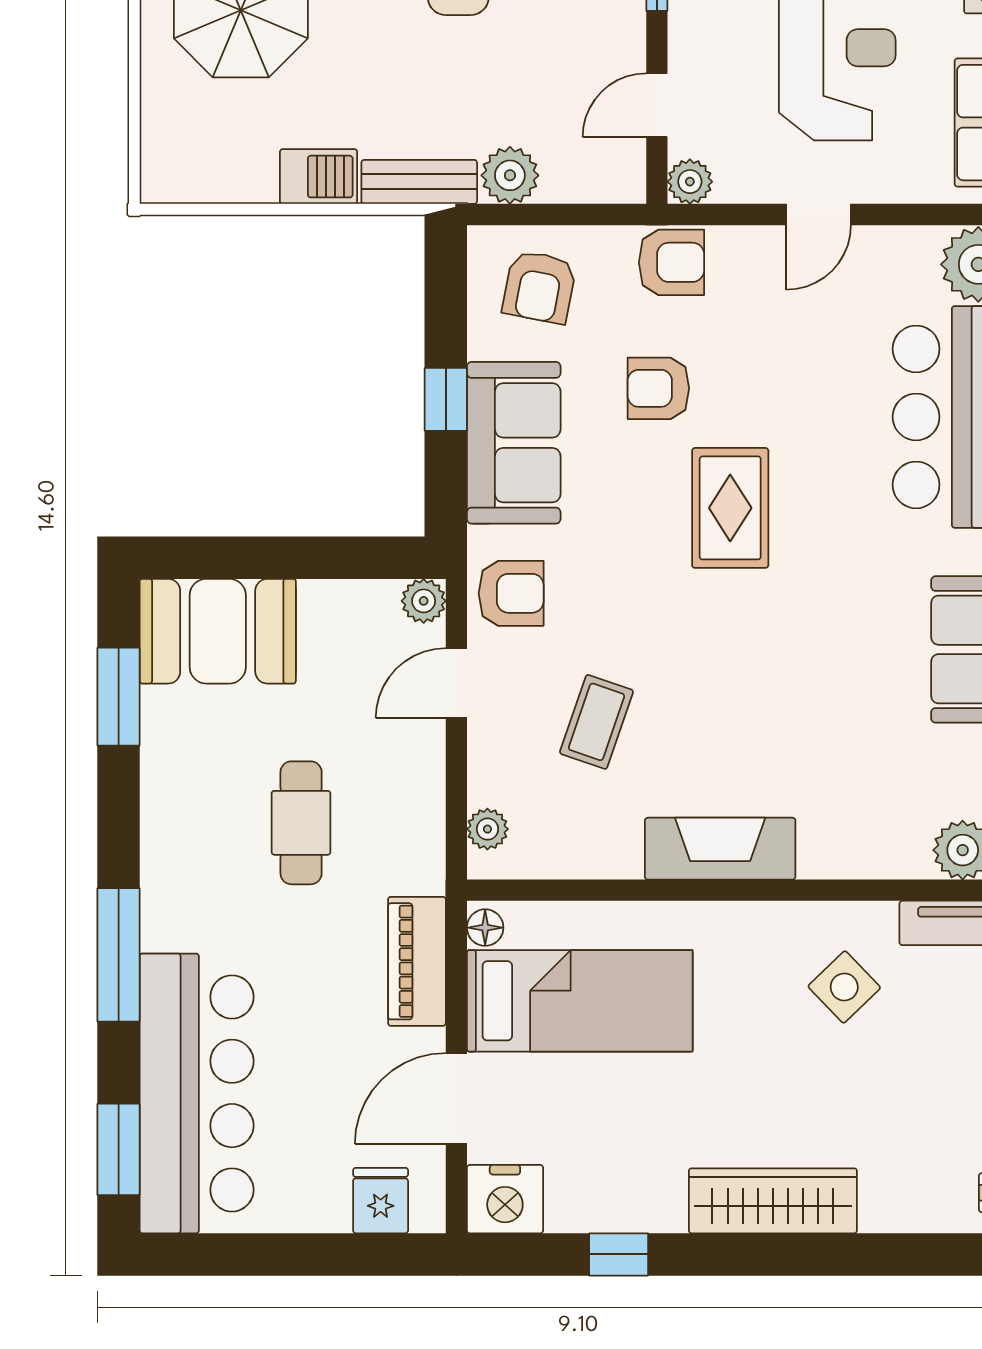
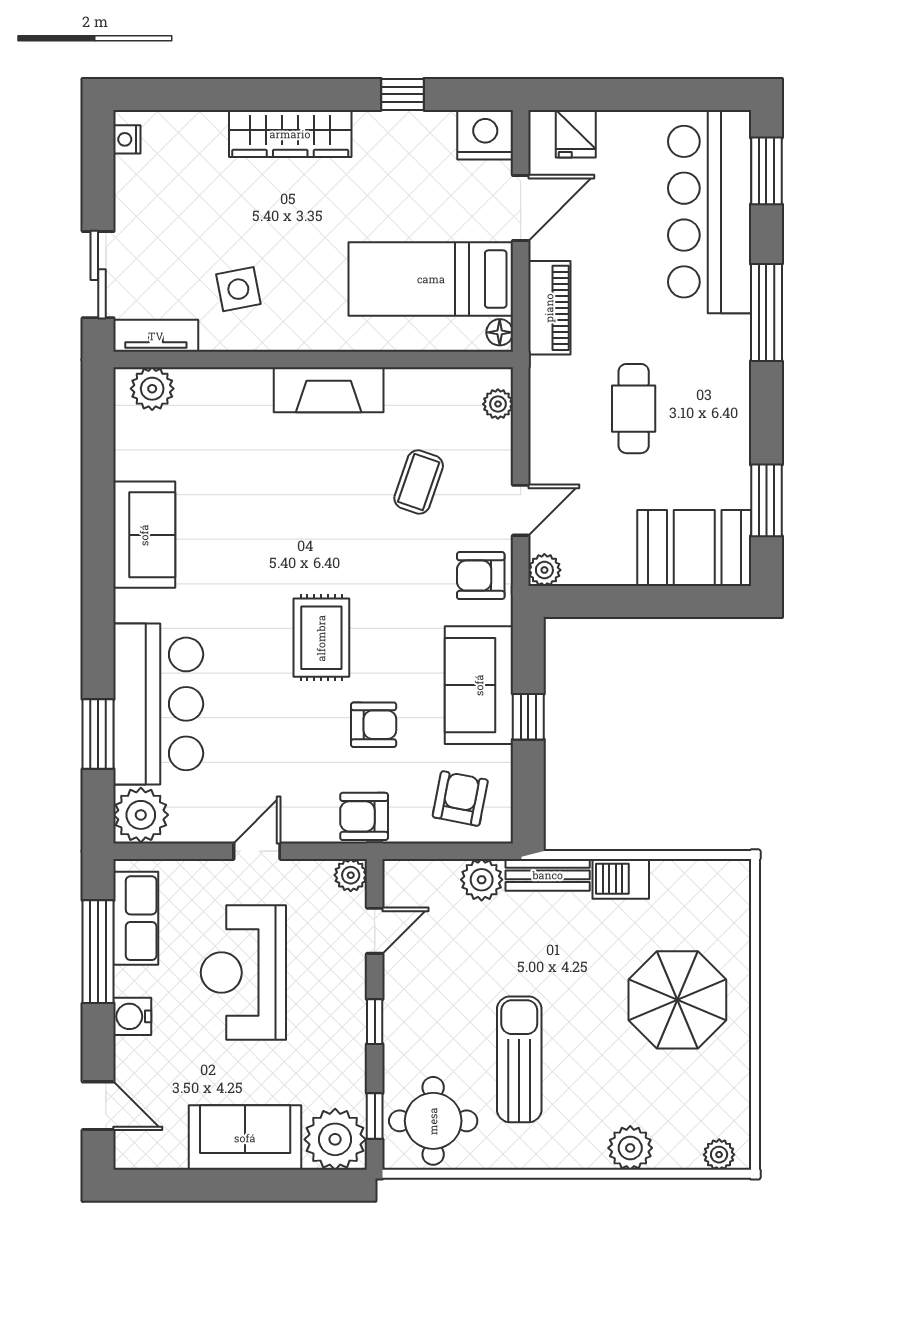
side table: (844, 987) -> (238, 289), turned 33

